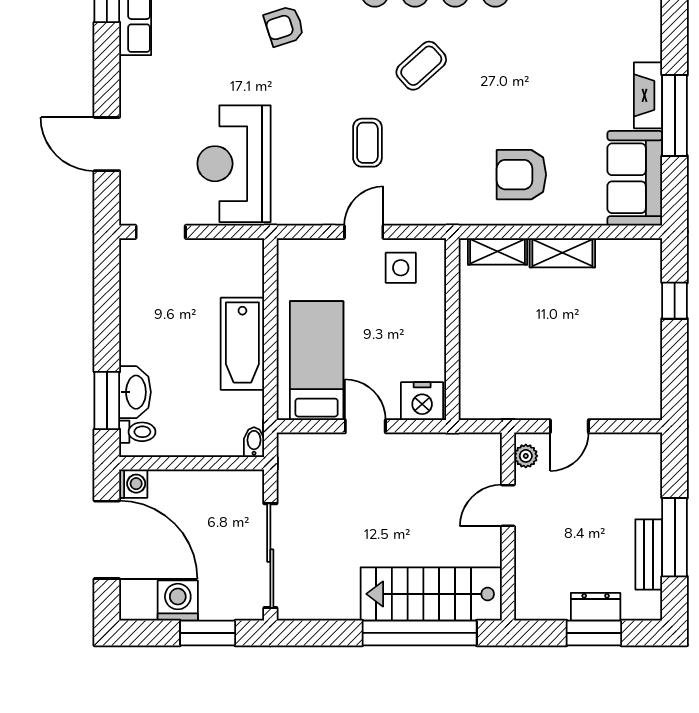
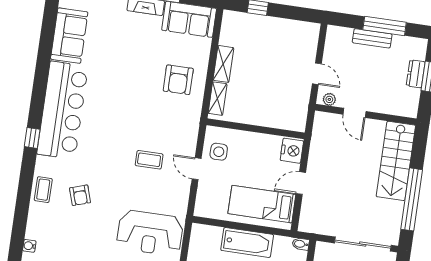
coffee table: (421, 66) -> (112, 125), removed
bench: (649, 554) -> (372, 38), moved
window: (420, 633) -> (412, 199), moved

